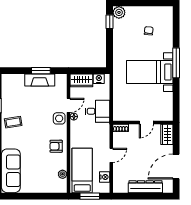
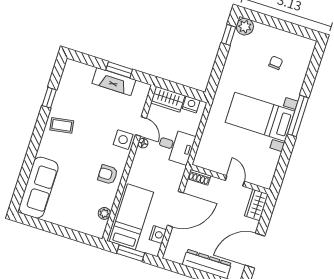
door: (69, 105) -> (141, 126), hinge flipped
door: (146, 122) -> (235, 181), swing flipped
door: (111, 155) -> (175, 209), width x1.87

